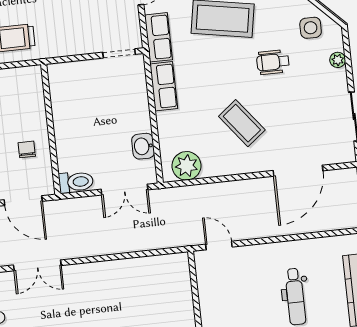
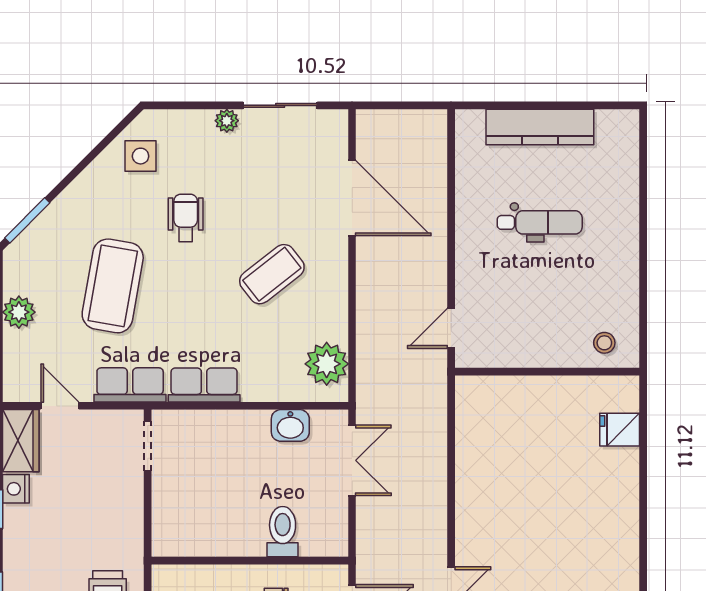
plant: (338, 60) -> (227, 121), moved
wheelchair: (273, 62) -> (186, 218), turned 180
toilet: (76, 182) -> (283, 532), moved

